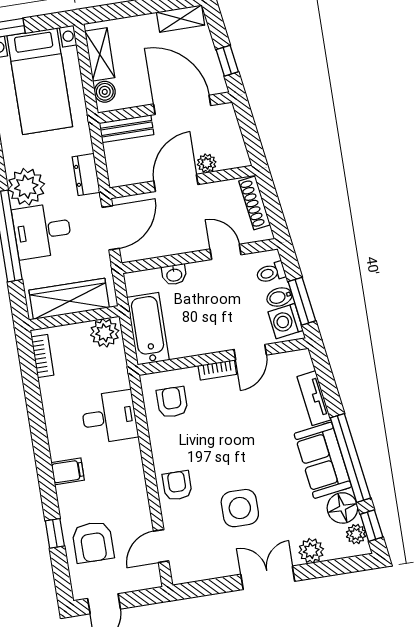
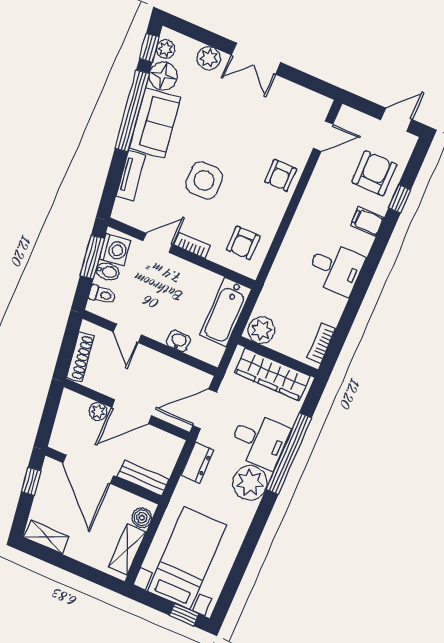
desk: (109, 417) -> (336, 268), moved, turned 180
filing cabinet: (68, 471) -> (367, 221), moved
side table: (240, 508) -> (204, 180), moved

